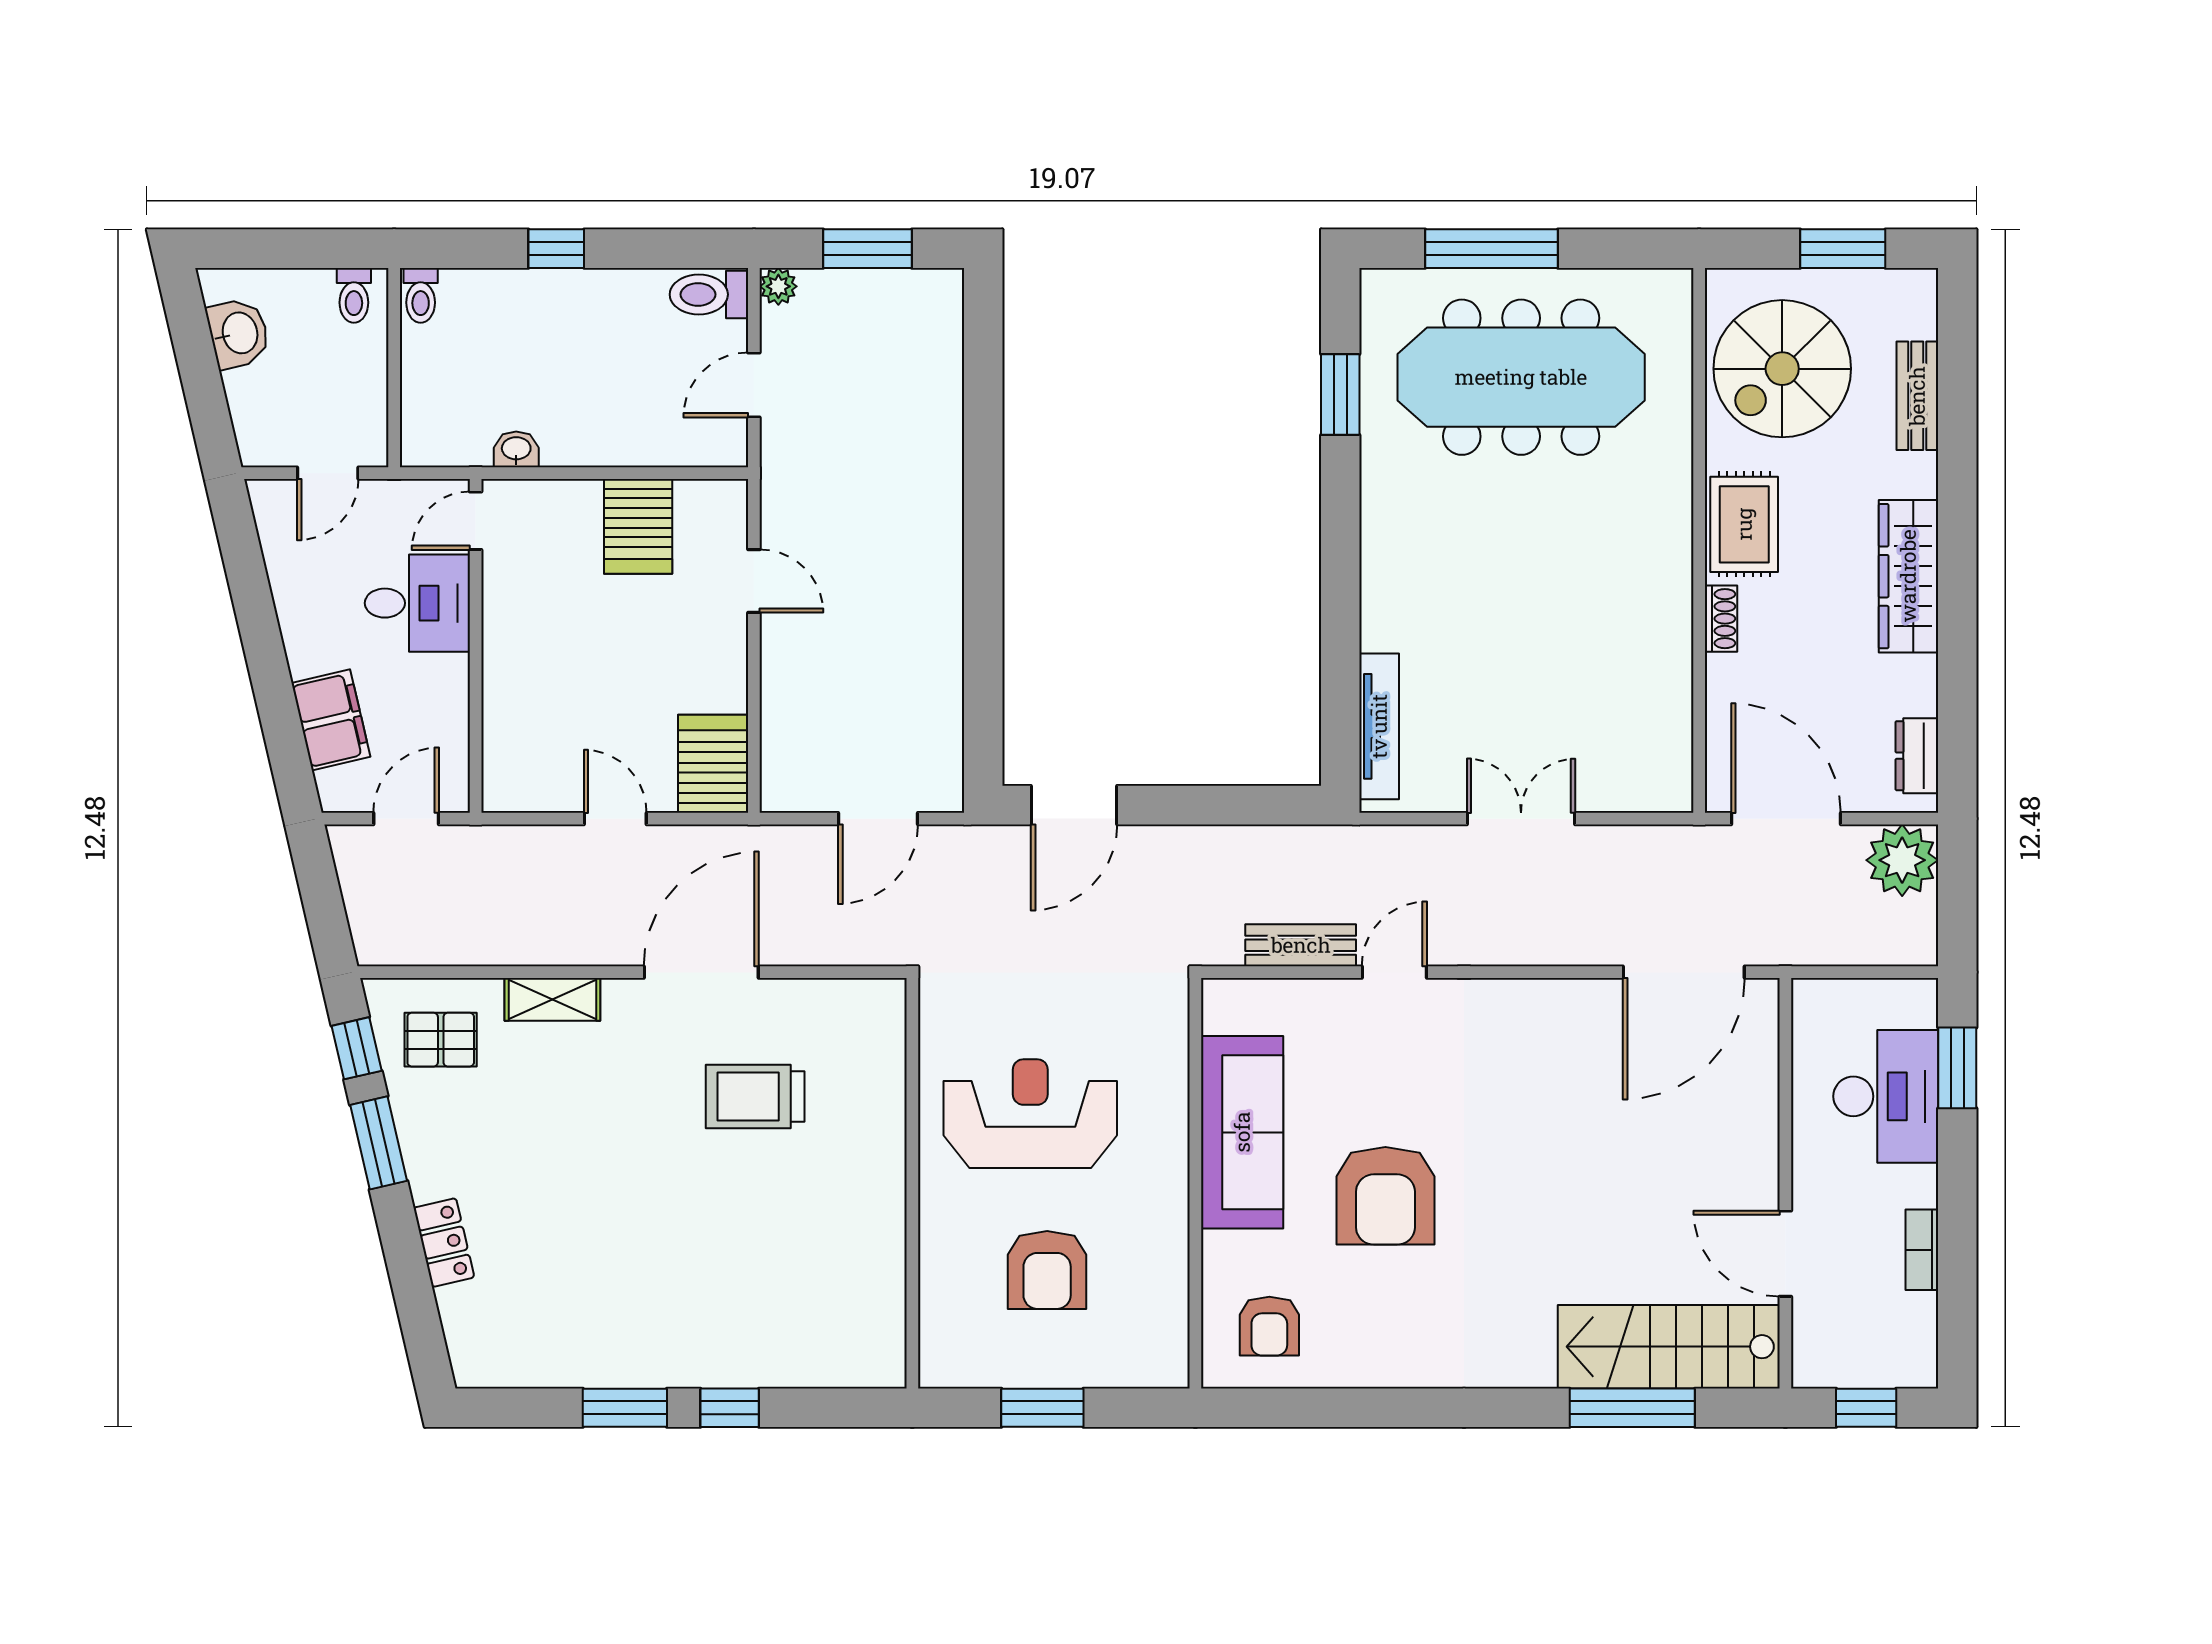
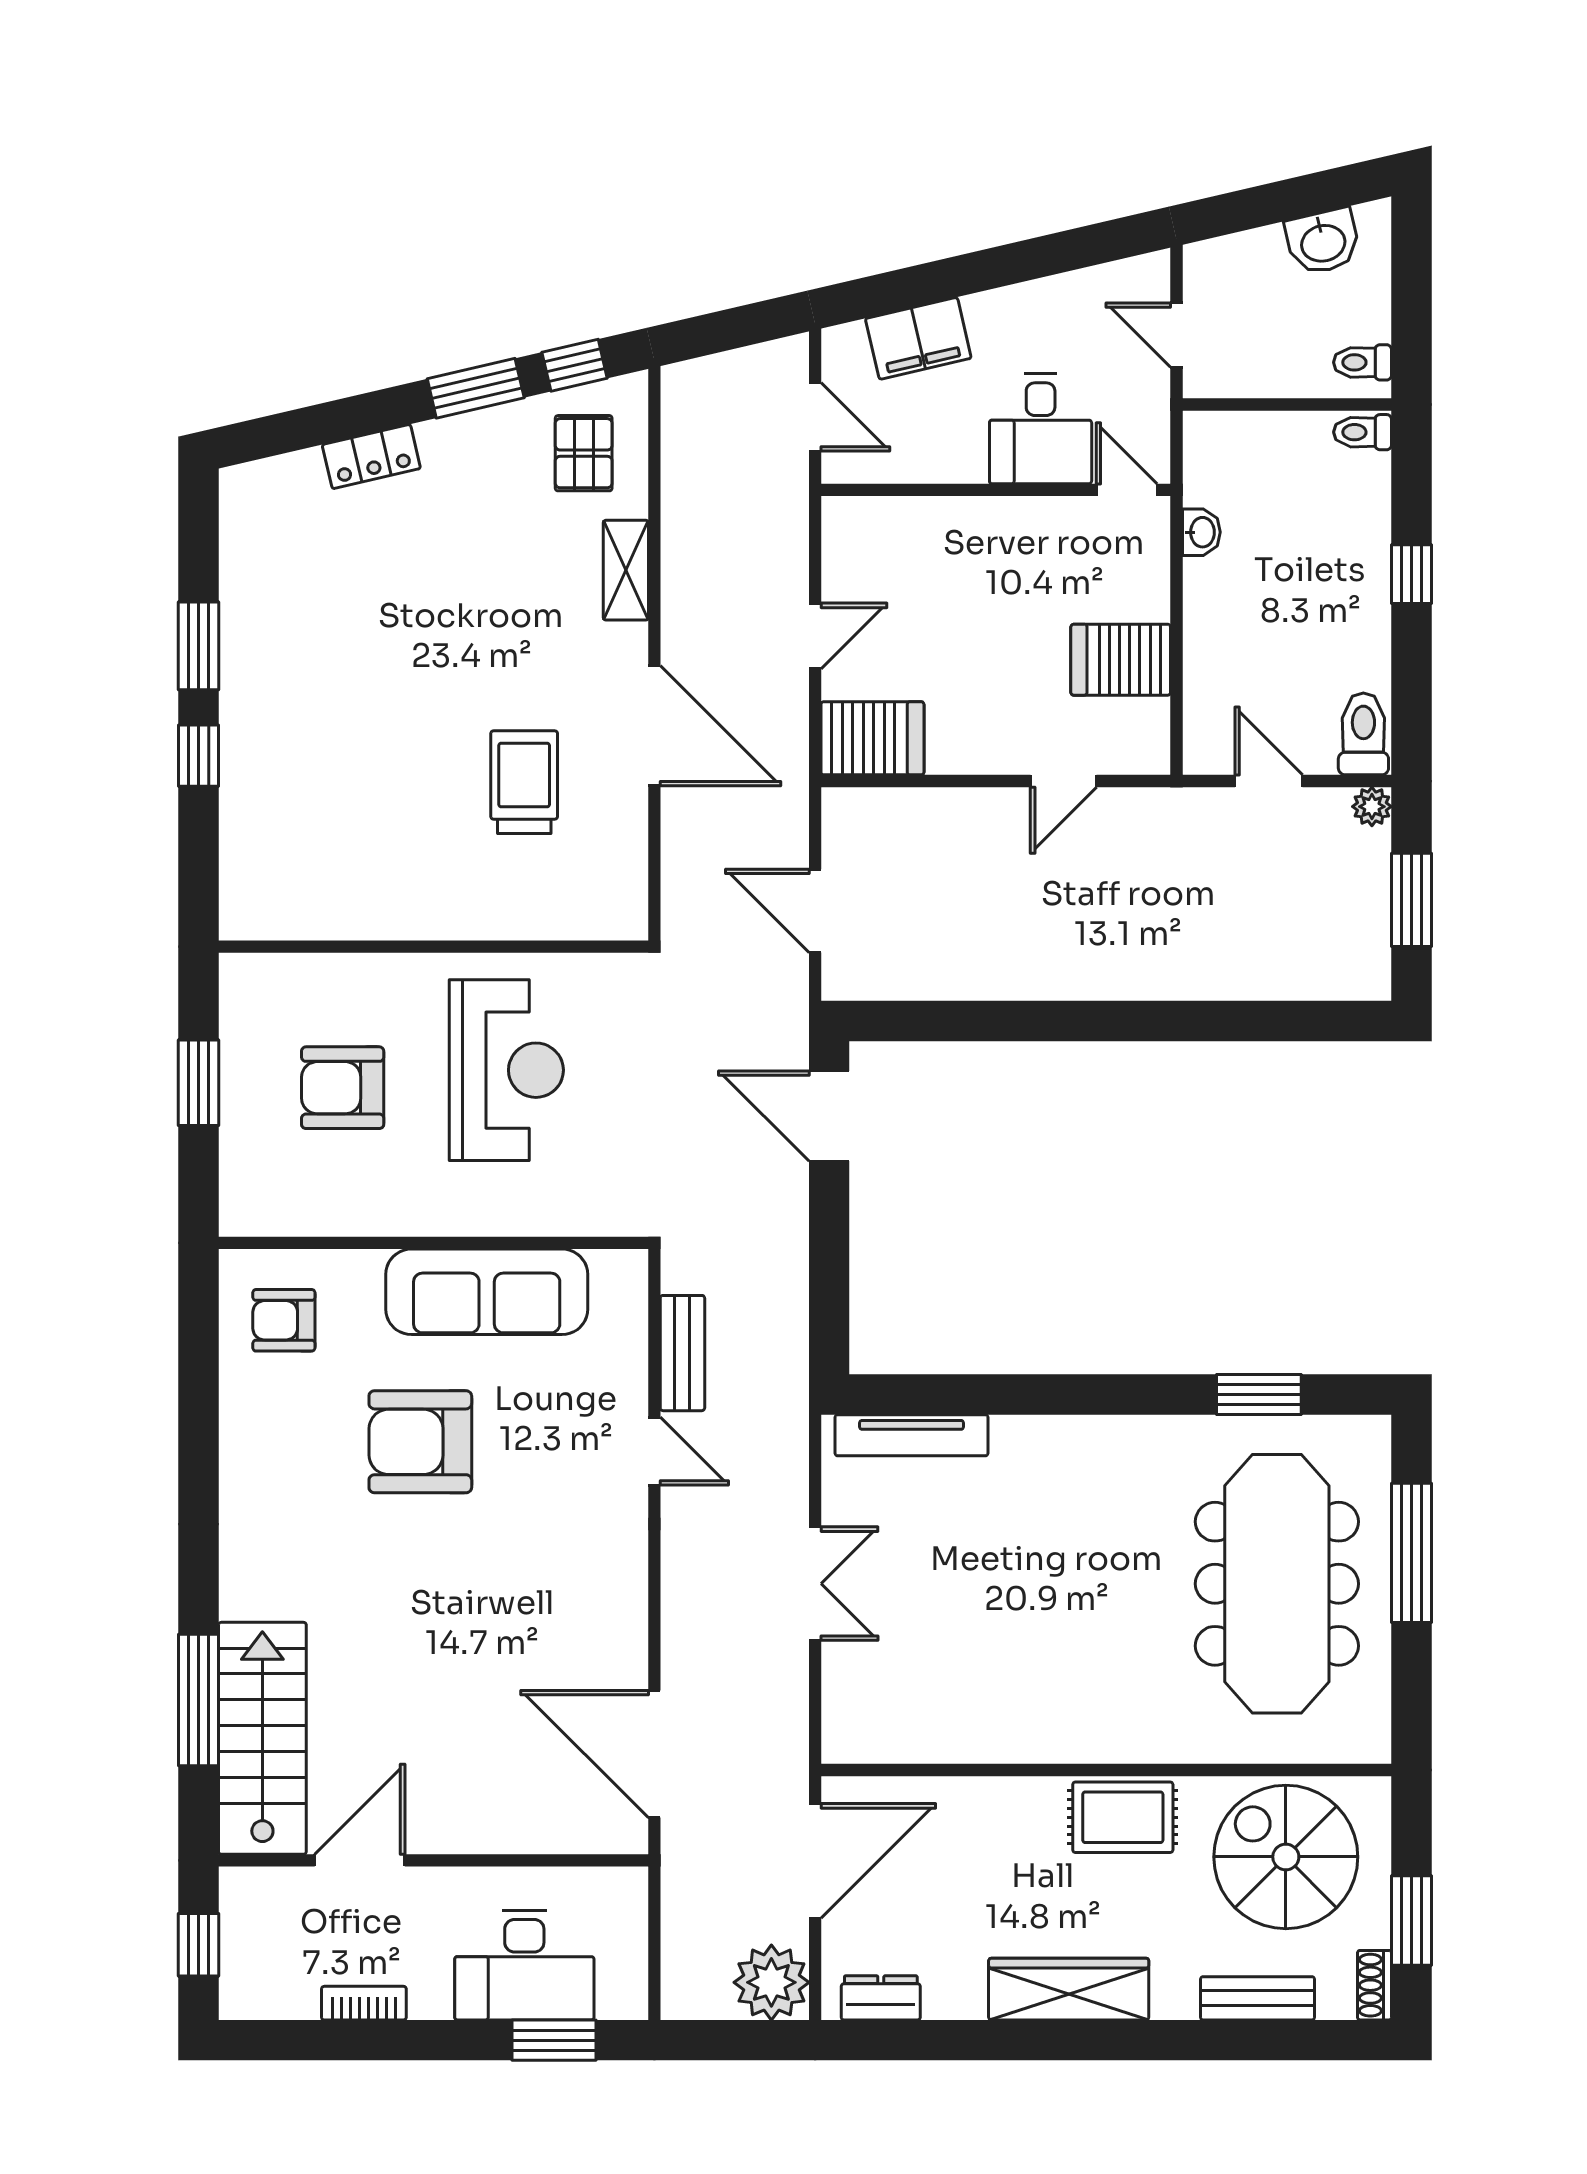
shoe rack: (1721, 619) -> (1374, 1985), moved, turned 90

